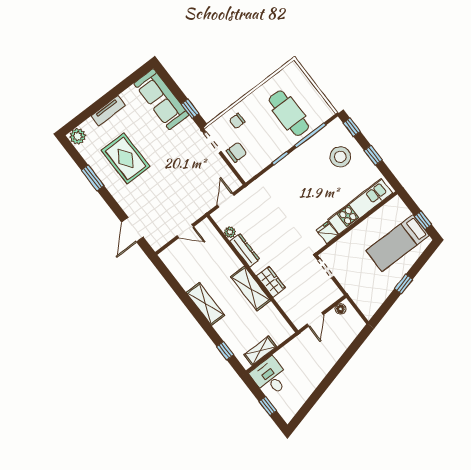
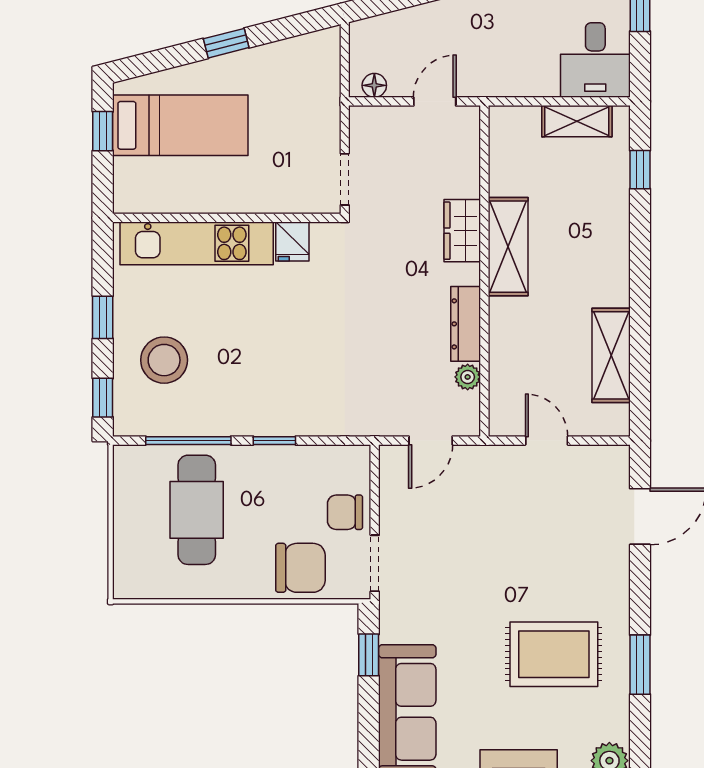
chair: (237, 121) -> (300, 568), width x1.87, depth x1.87
rug: (126, 159) -> (554, 654), turned 90
shelving: (205, 304) -> (611, 355), moved

